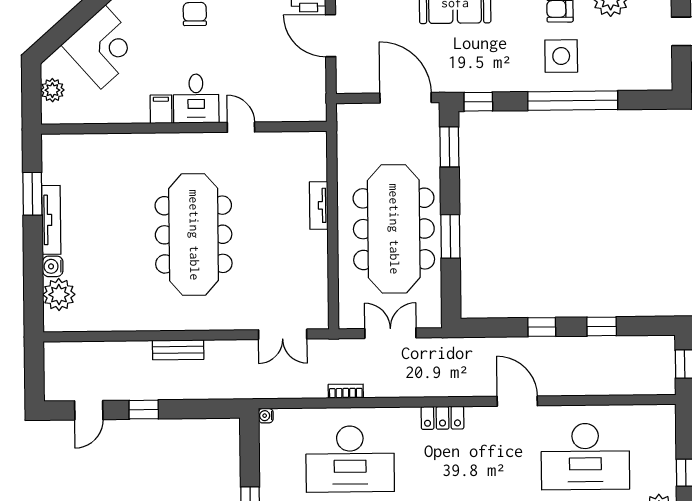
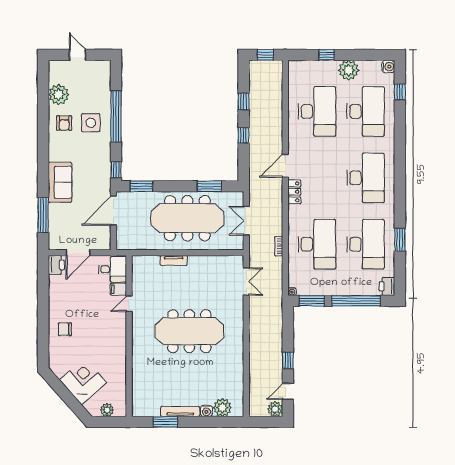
desk: (196, 99) -> (113, 269), moved
filing cabinet: (161, 109) -> (118, 289), moved
window: (450, 236) -> (209, 186), moved
bench: (178, 350) -> (254, 341), removed
plant: (57, 388) -> (275, 409), added
door: (517, 401) -> (285, 166), moved
door: (89, 410) -> (288, 391), swing flipped
window: (250, 451) -> (312, 301), added

